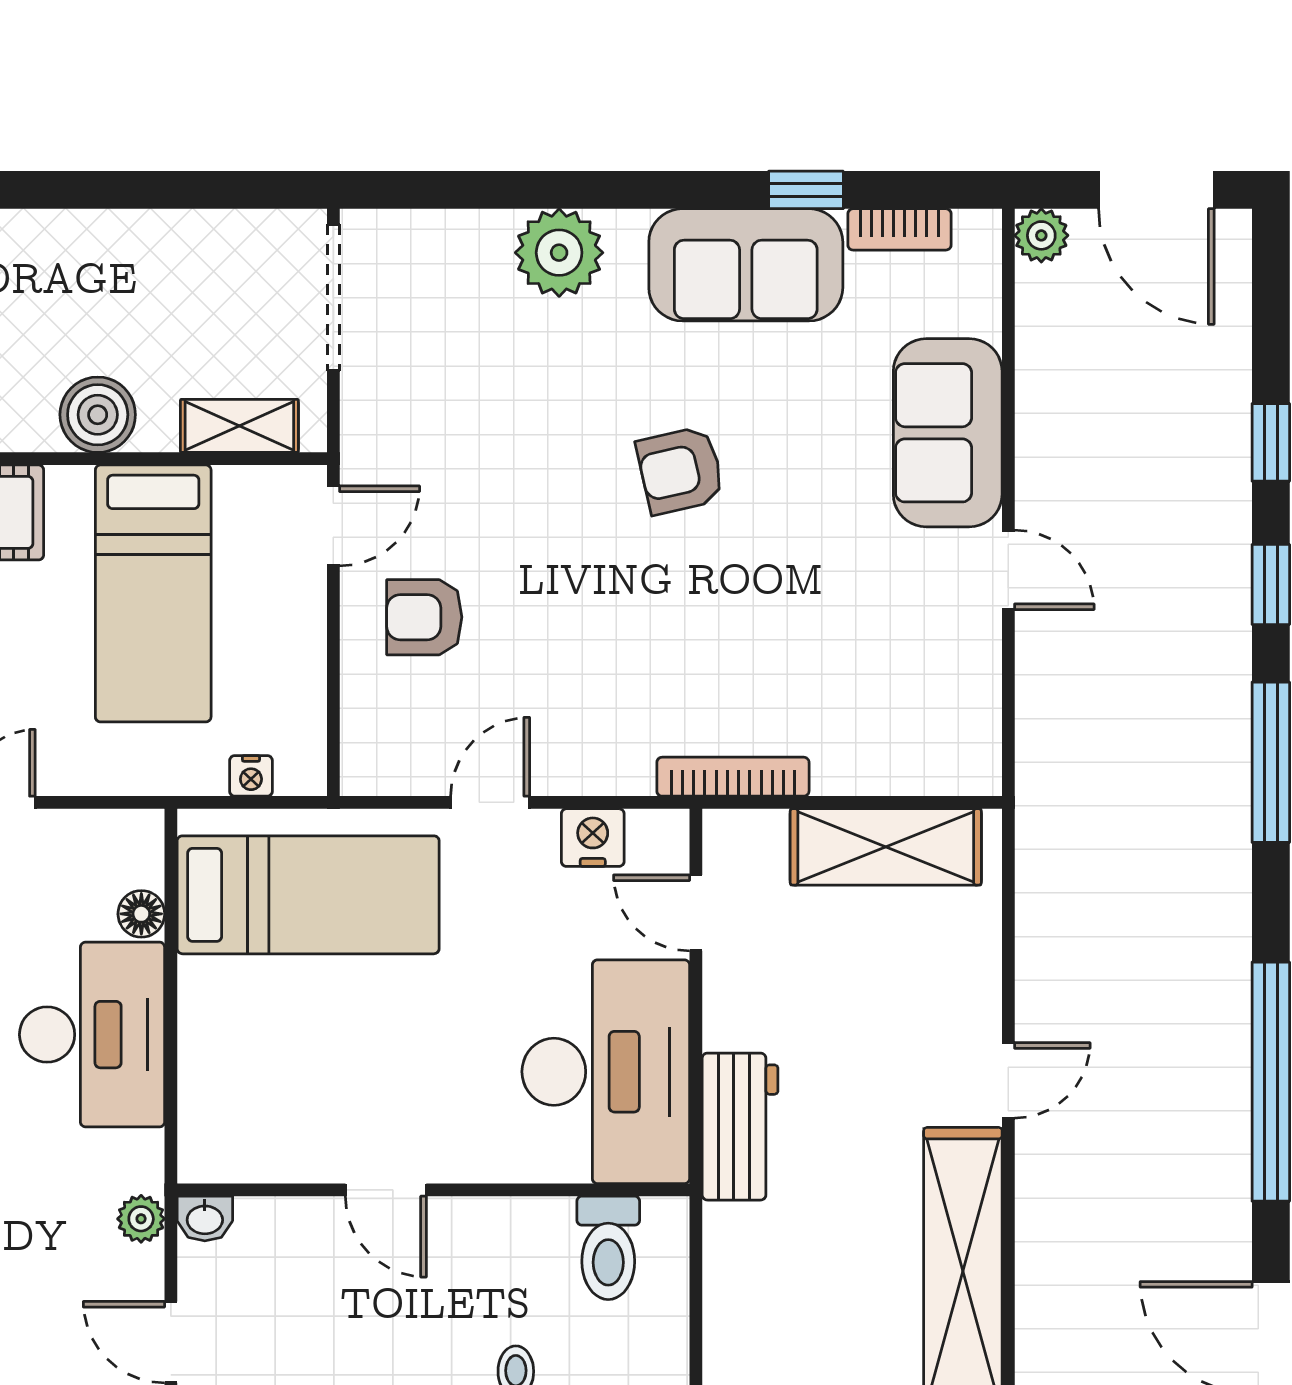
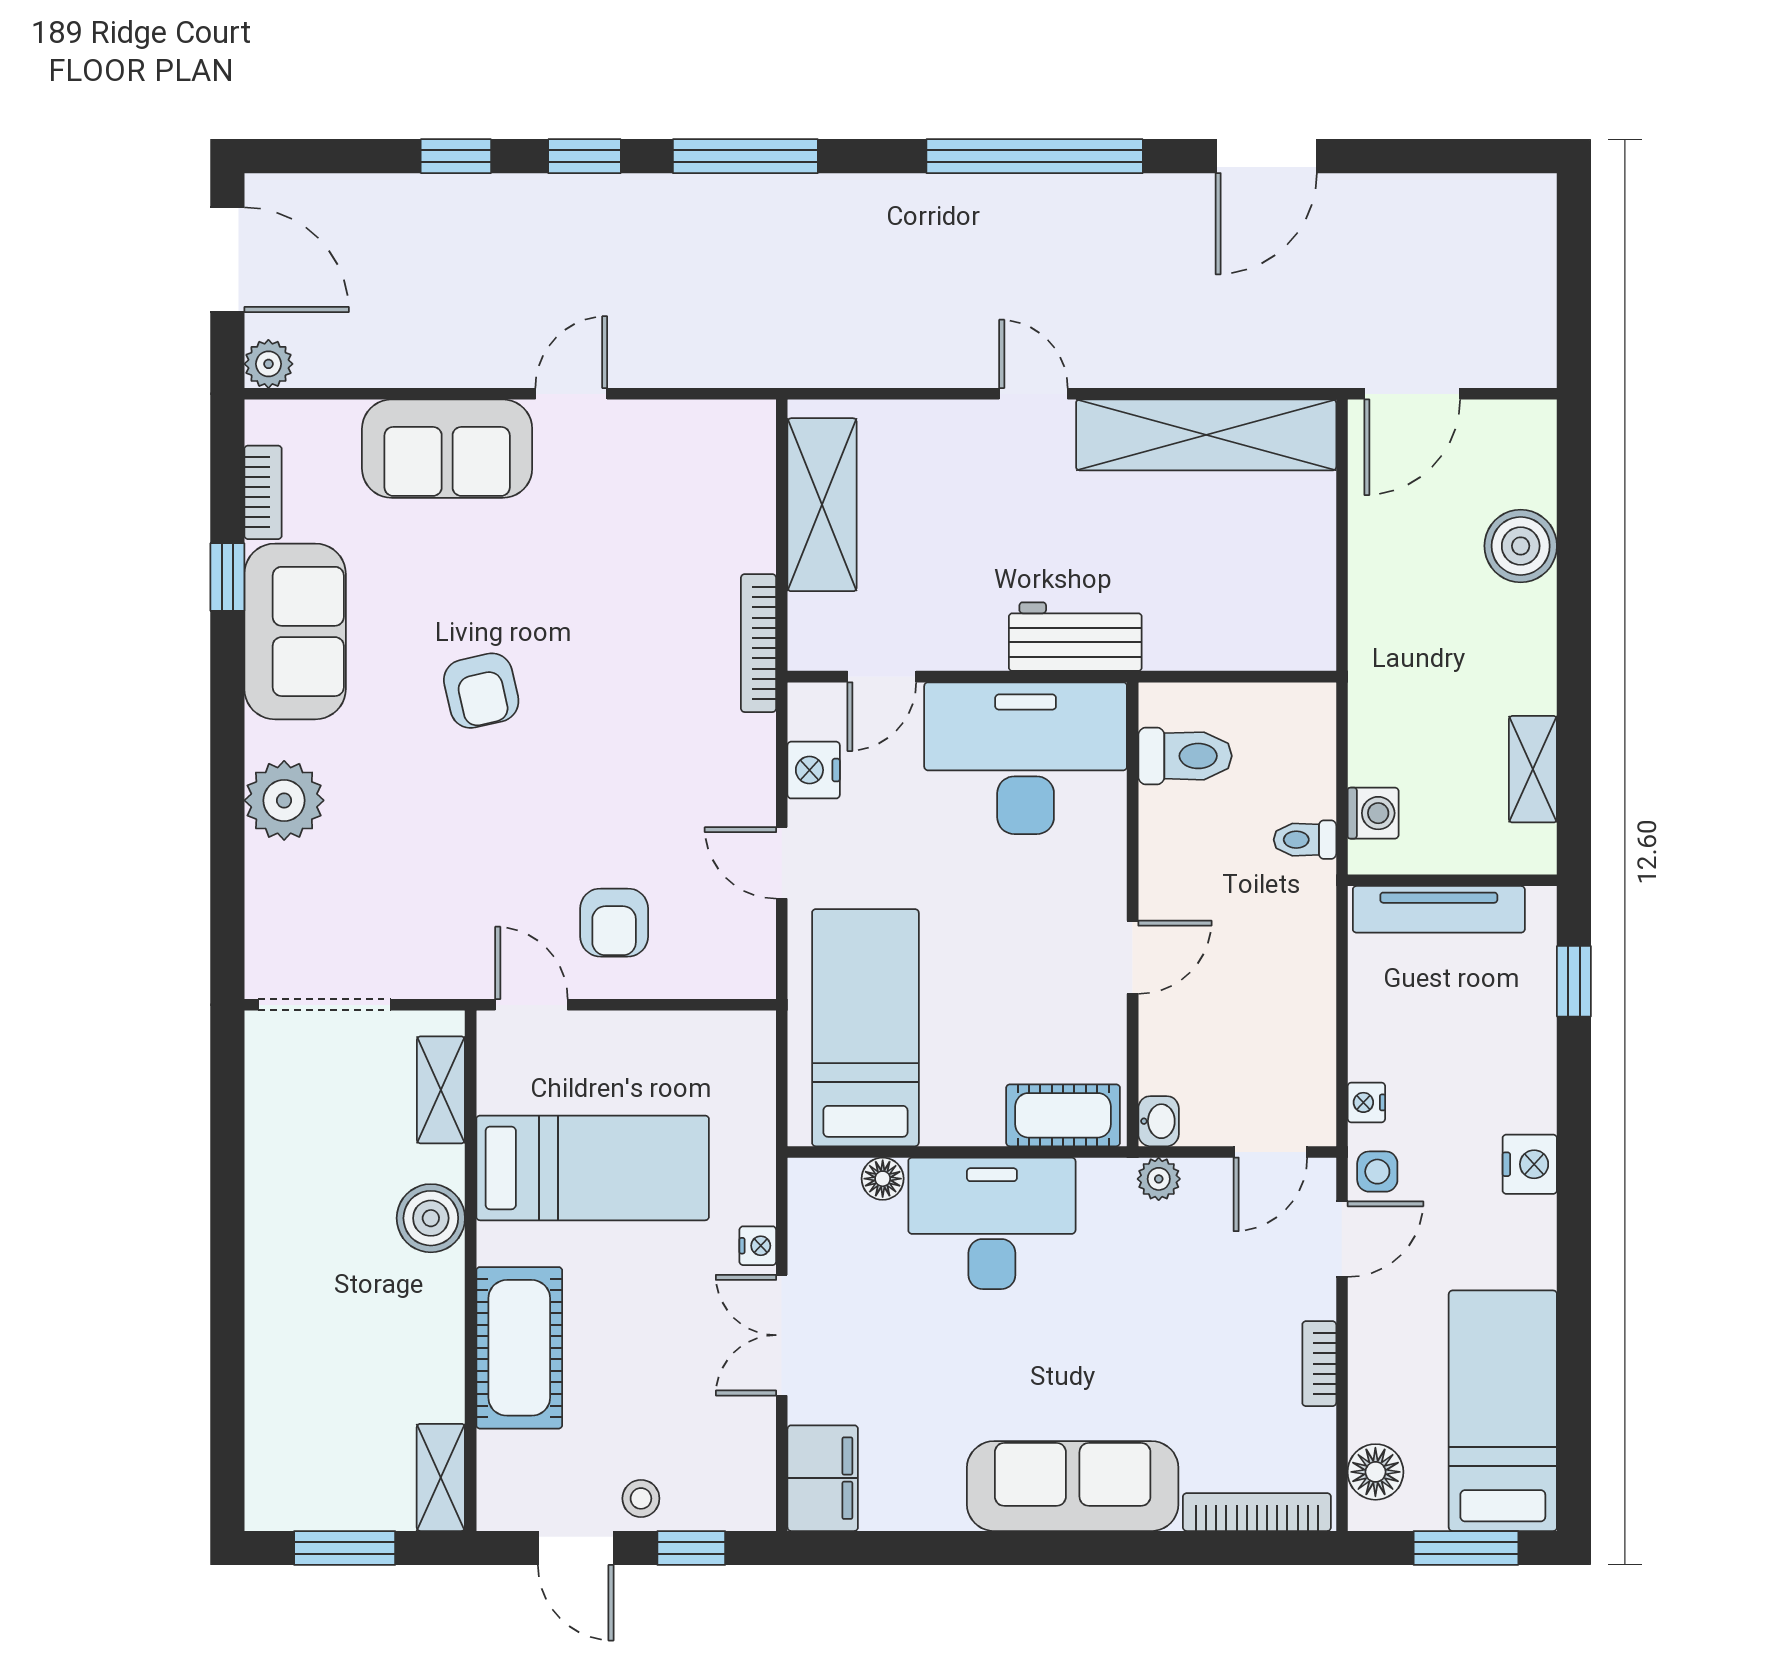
door: (1156, 190) -> (227, 260), hinge flipped
nightstand: (251, 776) -> (758, 1246), moved
cot: (211, 1113) -> (1063, 1115), added

